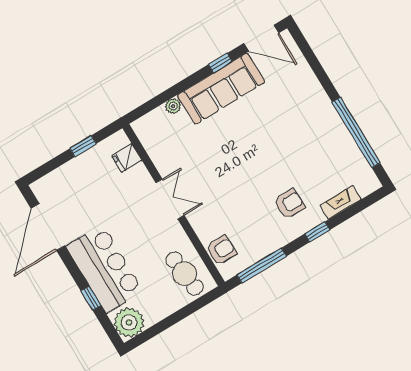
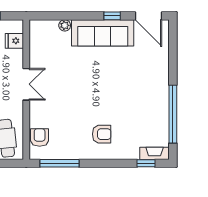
fireplace: (341, 202) -> (155, 153), moved
window: (317, 232) -> (146, 163), moved
armchair: (221, 250) -> (40, 137), turned -90

